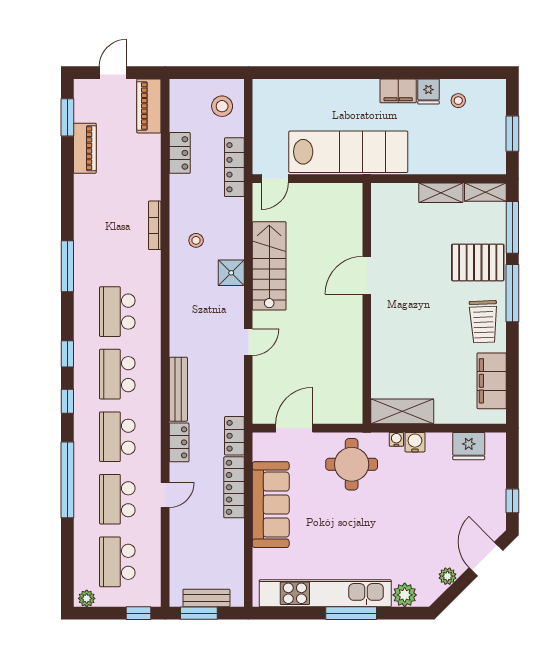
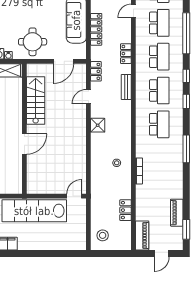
locker: (234, 167) -> (96, 202), removed
stairs: (269, 266) -> (36, 100), moved, turned 180
shower: (231, 273) -> (98, 125), moved
door: (248, 342) -> (88, 97), moved
bench: (178, 389) -> (126, 87), width x0.73
locker: (234, 436) -> (96, 71), moved
door: (165, 495) -> (133, 11), moved

